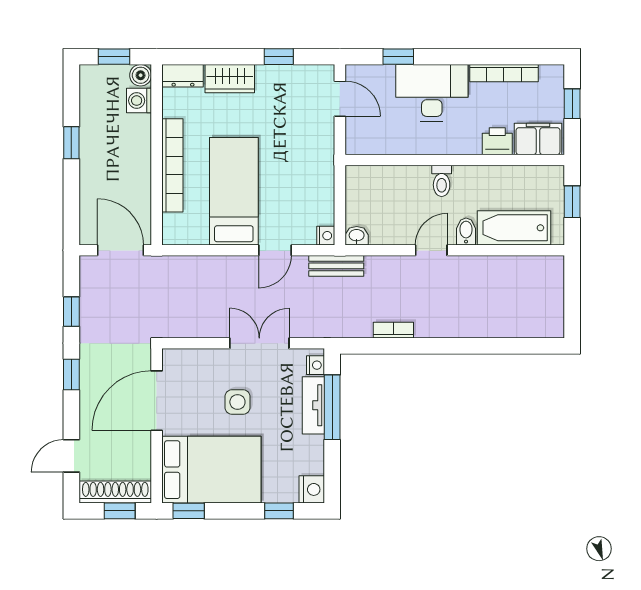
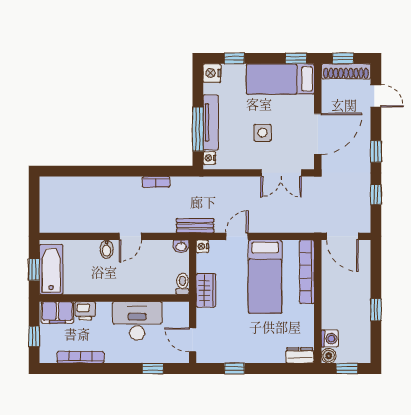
wardrobe: (230, 79) -> (206, 290), moved, turned 90
desk: (432, 93) -> (137, 321), moved, turned 180
bookcase: (172, 165) -> (307, 272), moved
toilet: (442, 181) -> (183, 284), moved
bathtub: (514, 228) -> (51, 269), moved, turned -90
double door: (259, 343) -> (281, 173), moved
tv unit: (313, 405) -> (211, 122), width x1.41
door: (71, 456) -> (376, 96), hinge flipped
bed: (211, 470) -> (280, 79), width x0.67

